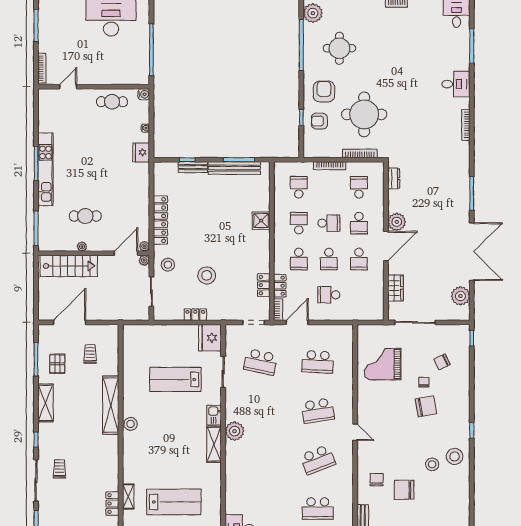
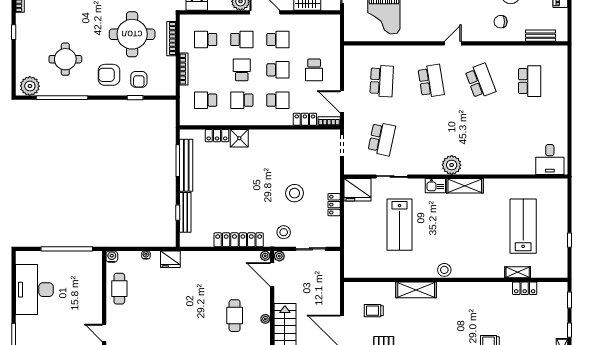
bench: (193, 167) -> (185, 212), width x1.36
locker: (264, 285) -> (217, 136), moved
shelving: (111, 405) -> (416, 290), width x0.68

